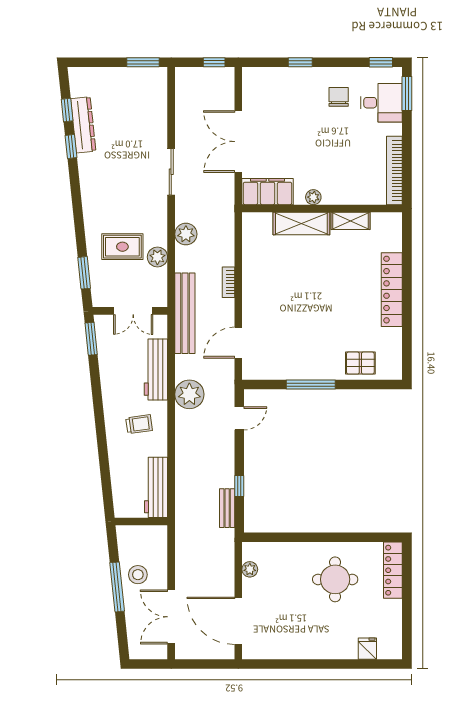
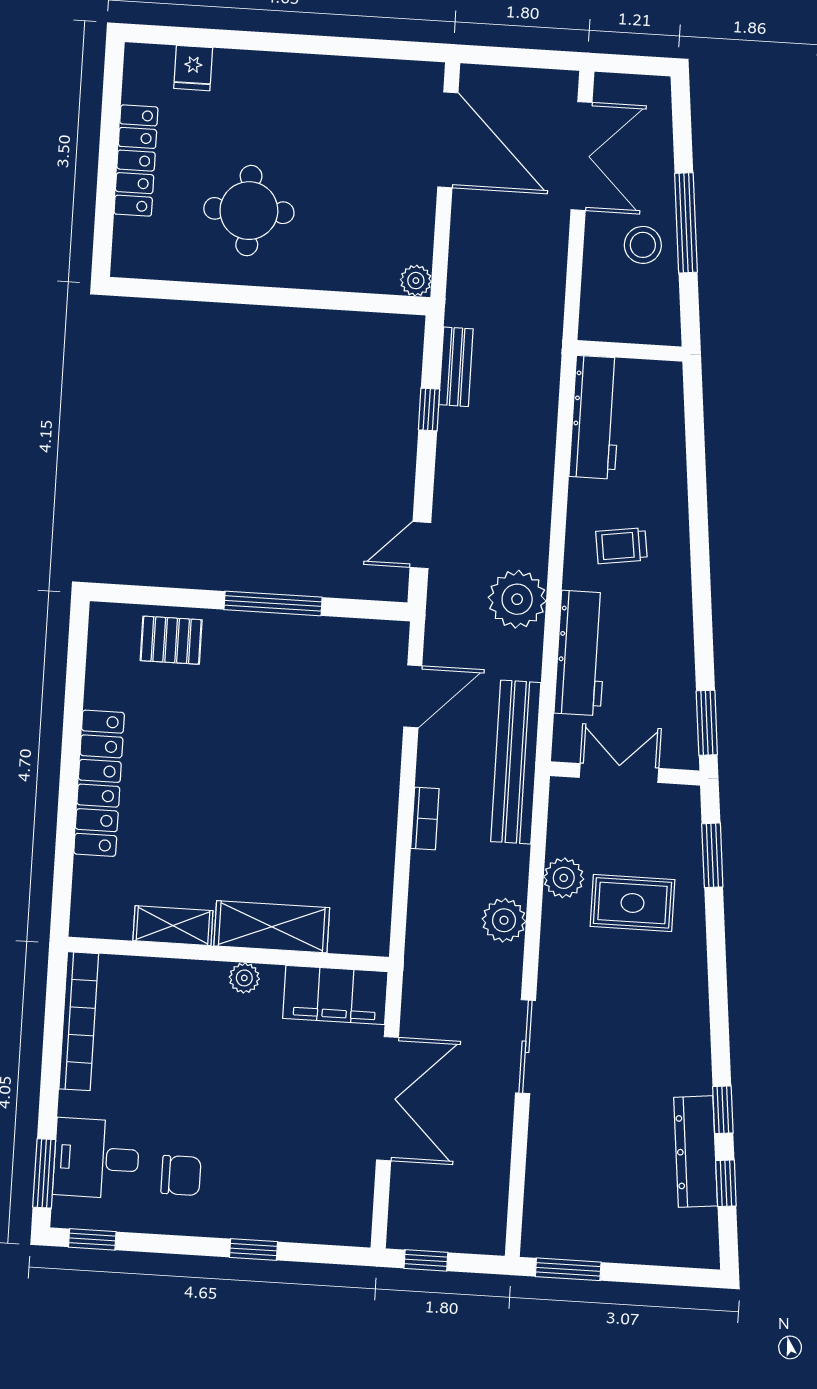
chair: (339, 97) -> (181, 1175), turned -90
plant: (250, 569) -> (416, 281), moved
locker: (393, 570) -> (136, 161), moved

